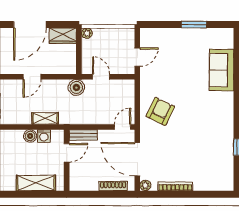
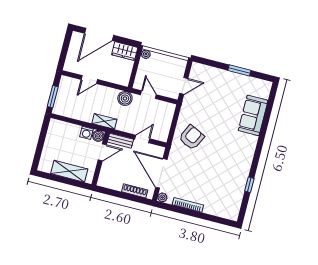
shelving: (45, 118) -> (104, 121), moved
door: (123, 127) -> (142, 139), moved
boiler: (30, 136) -> (98, 136), moved

